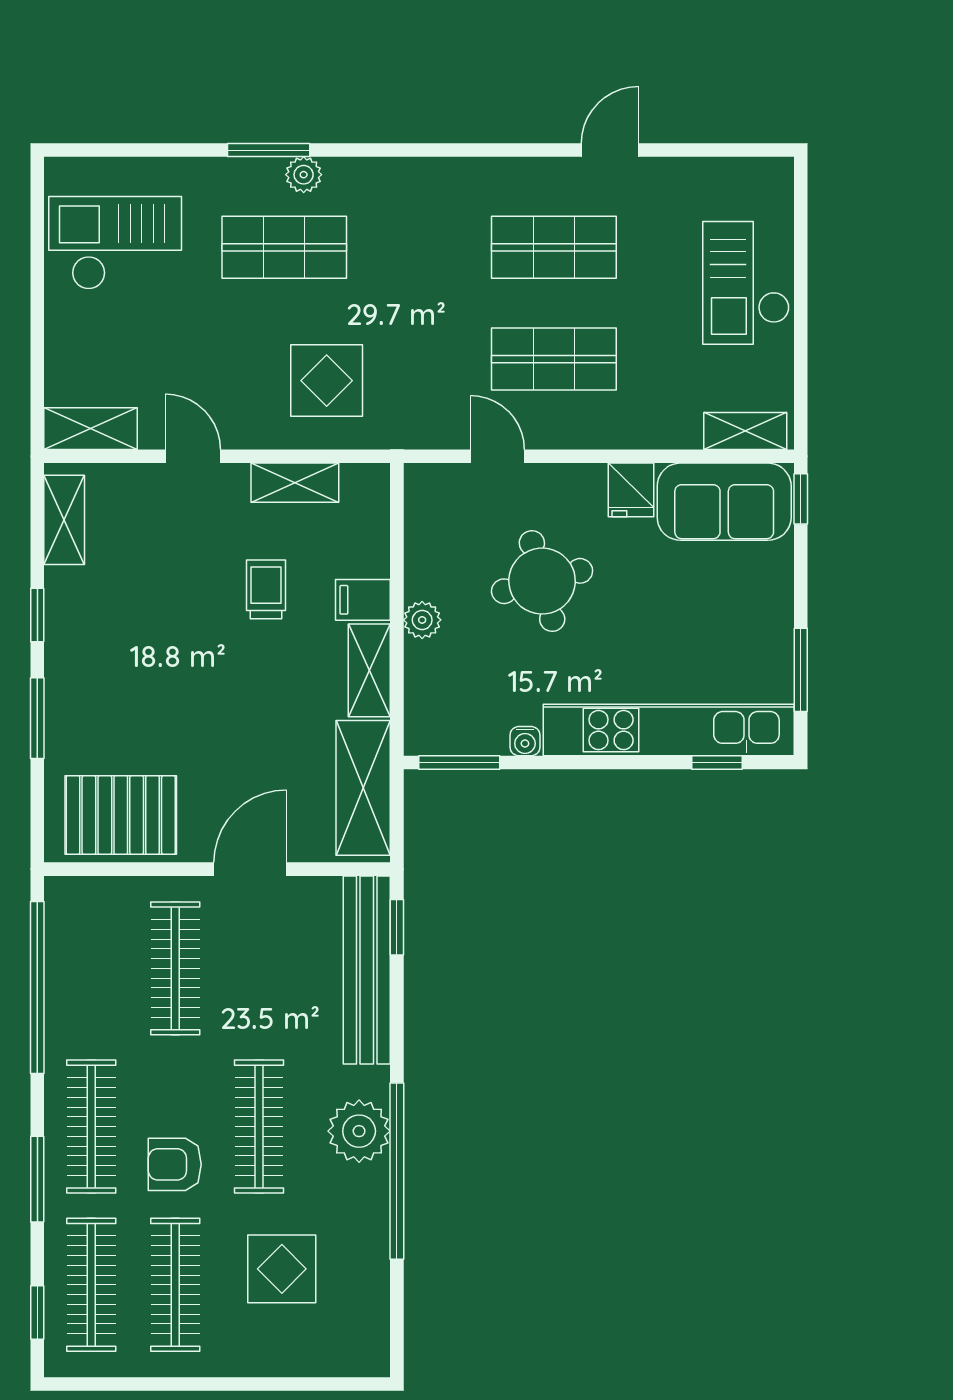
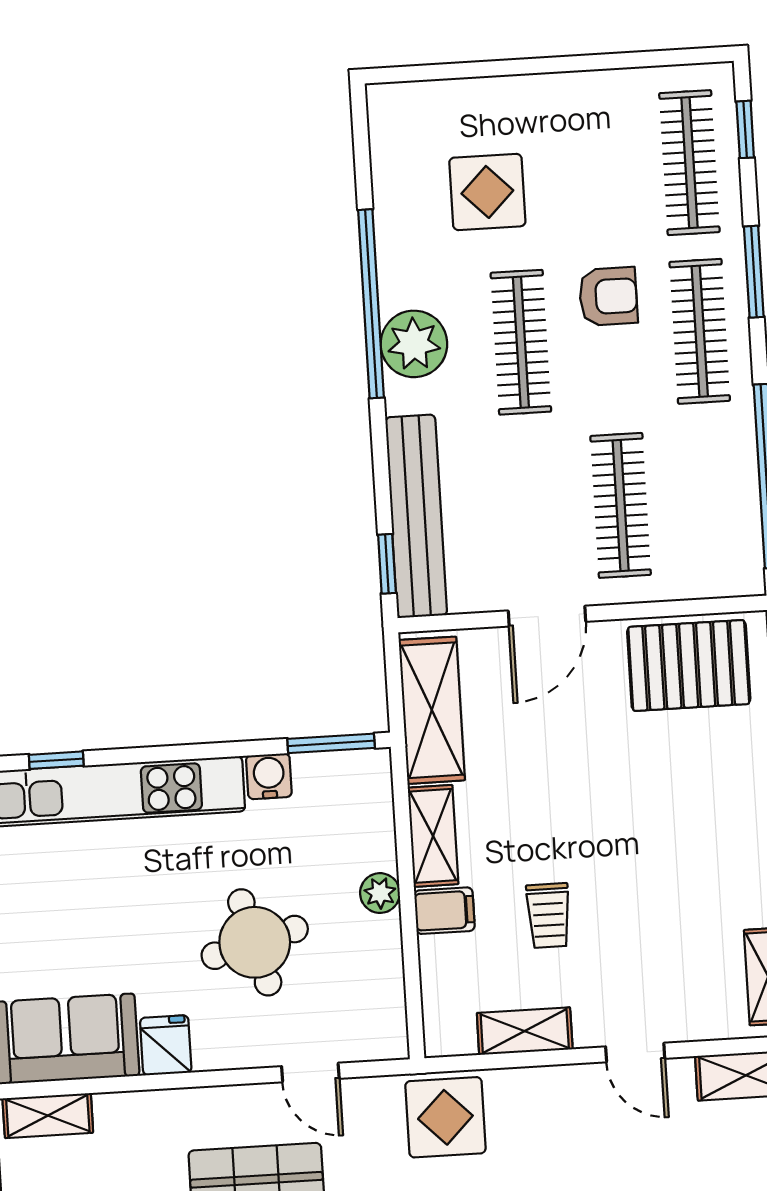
display table: (327, 381) -> (445, 1117), moved
water cooler: (525, 741) -> (269, 776), width x1.38, depth x1.38
clothes rail: (175, 1285) -> (600, 168), removed

